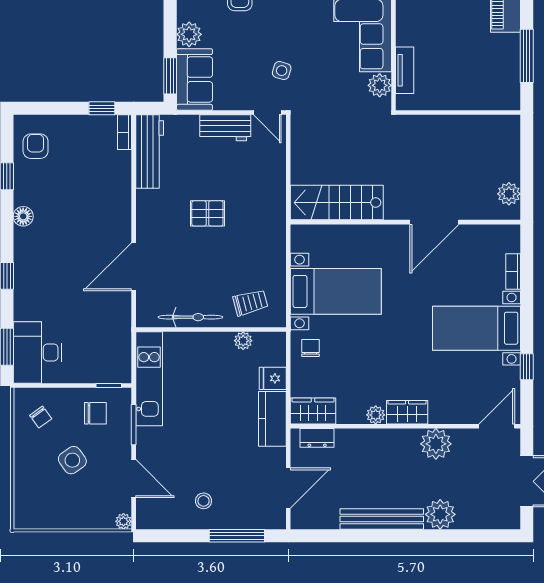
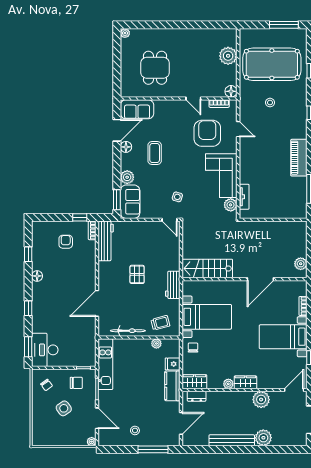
workbench: (225, 128) -> (173, 285), moved, turned 90
armchair: (36, 146) -> (66, 242), moved
pallet: (207, 213) -> (137, 274), turned 90

